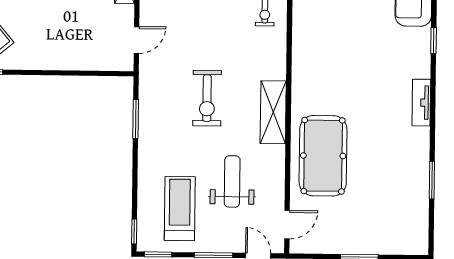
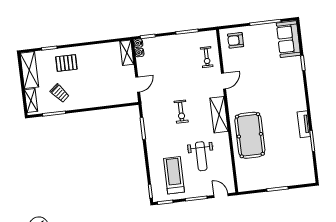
exercise bike: (207, 98) -> (181, 112), width x0.73, depth x0.72
tv unit: (421, 103) -> (304, 124), moved
weight bench: (232, 181) -> (201, 156), turned 180
door: (287, 225) -> (224, 81), moved

